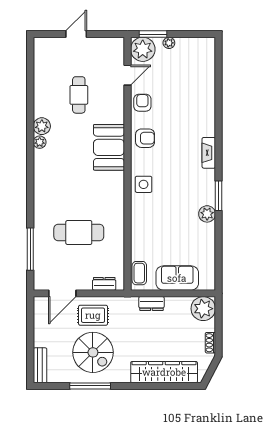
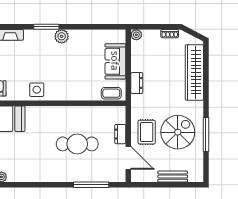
cafe table: (79, 233) -> (77, 144), turned 90
dresser: (104, 284) -> (120, 134), moved
plant: (203, 309) -> (136, 35), width x0.53, depth x0.53
bench: (40, 365) -> (173, 177), moved

